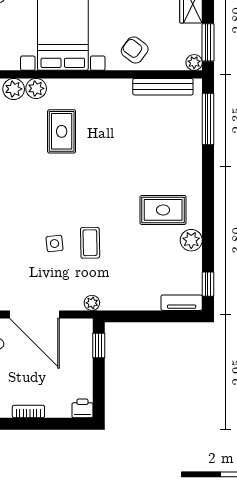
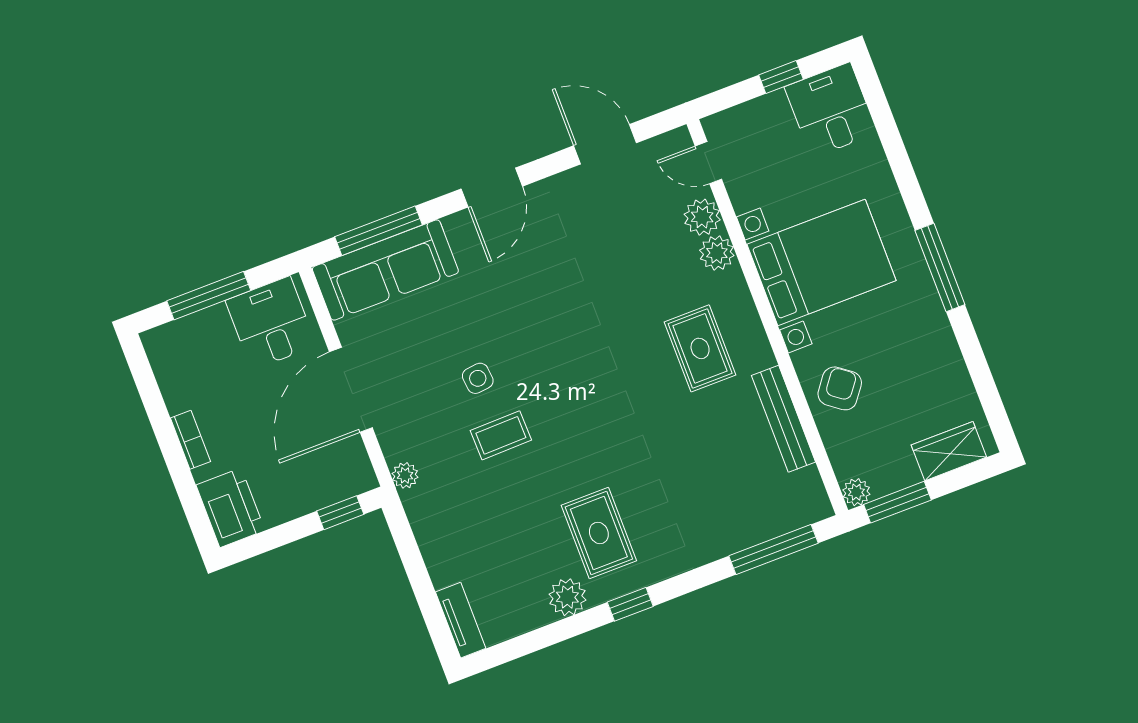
bench: (163, 87) -> (783, 419), moved
rug: (62, 131) -> (700, 348), moved, turned 90
window: (208, 284) -> (630, 604), moved
printer: (82, 408) -> (230, 508), width x1.87, depth x1.48

